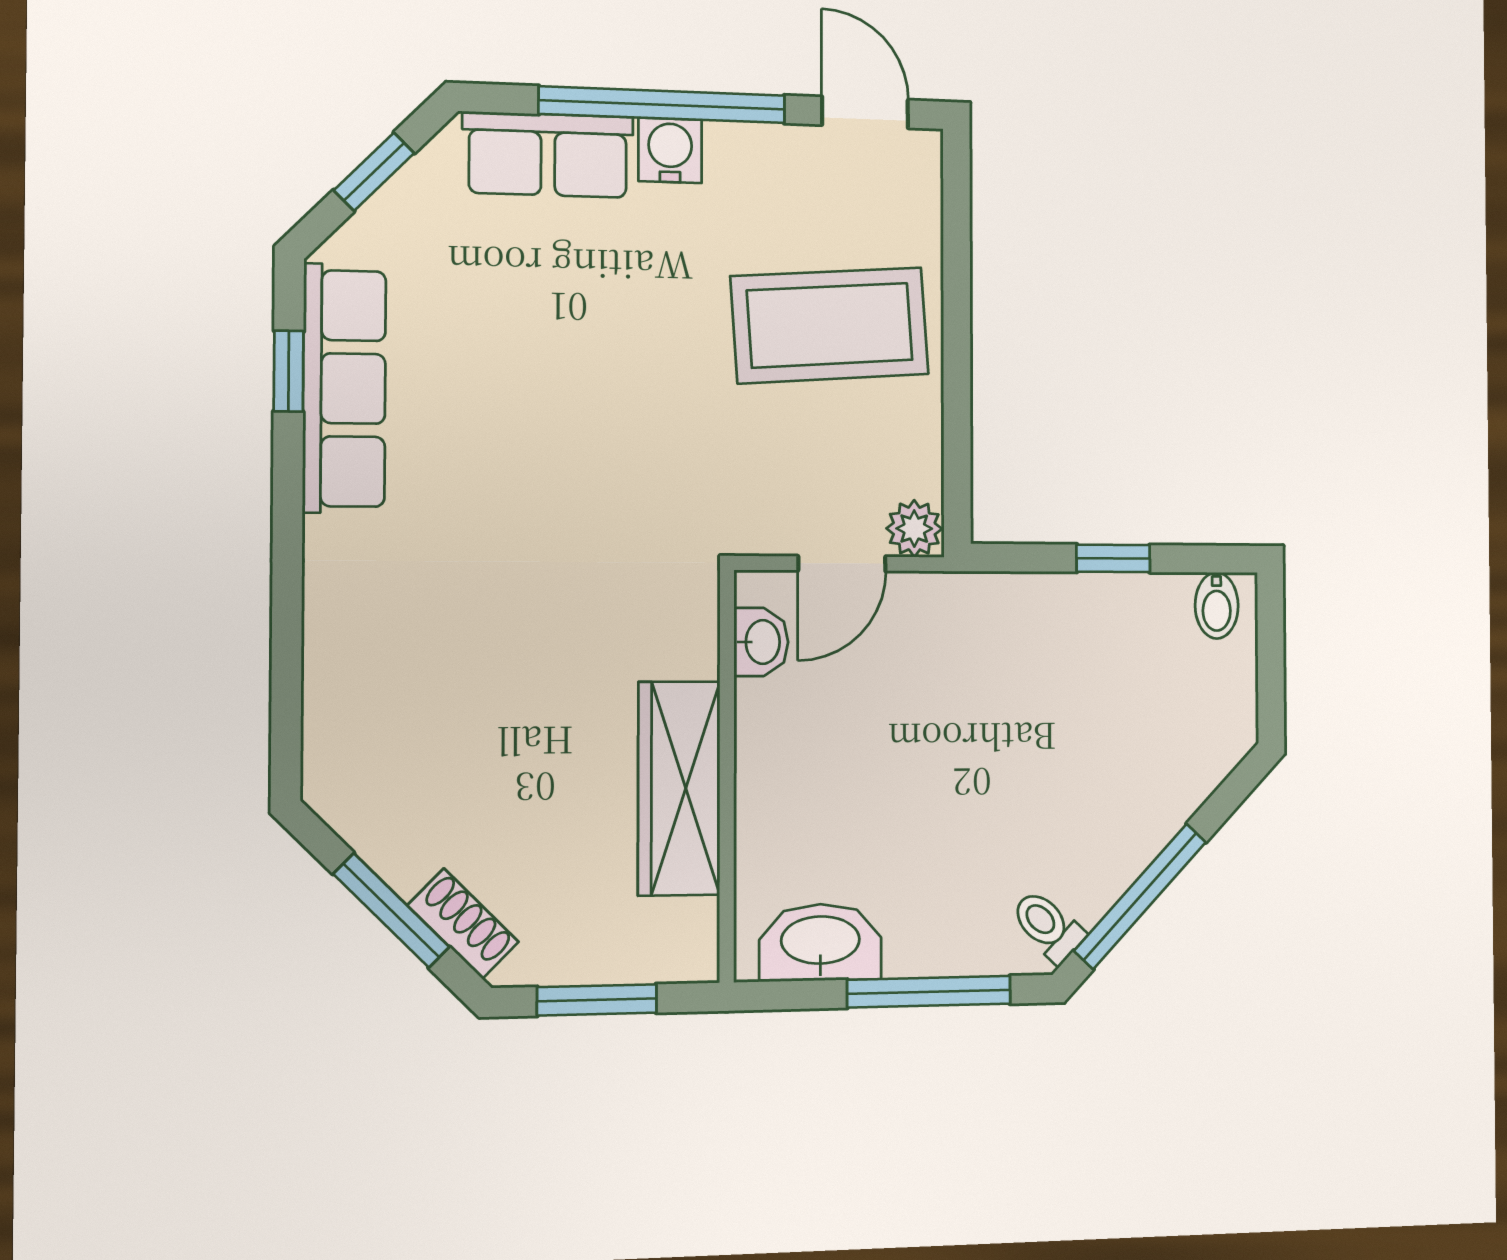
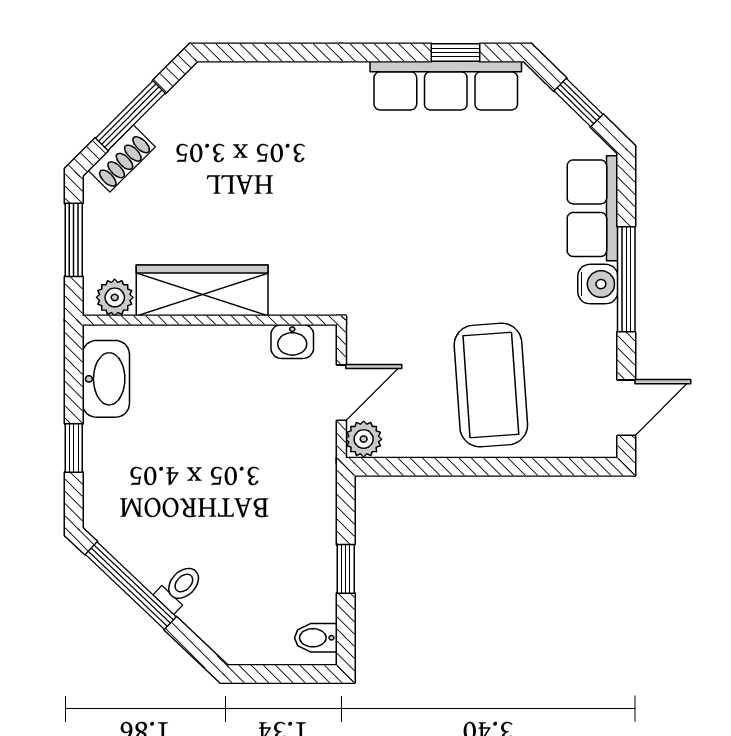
window: (663, 105) -> (626, 279), width x0.68
door: (842, 564) -> (341, 393), swing flipped
toilet: (1048, 926) -> (179, 588), moved
plant: (690, 931) -> (115, 297), added
window: (929, 992) -> (74, 448), width x0.46

